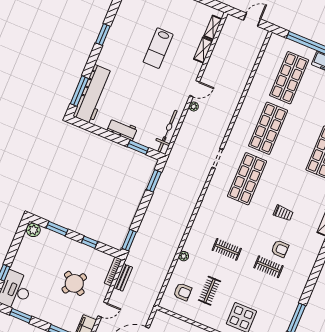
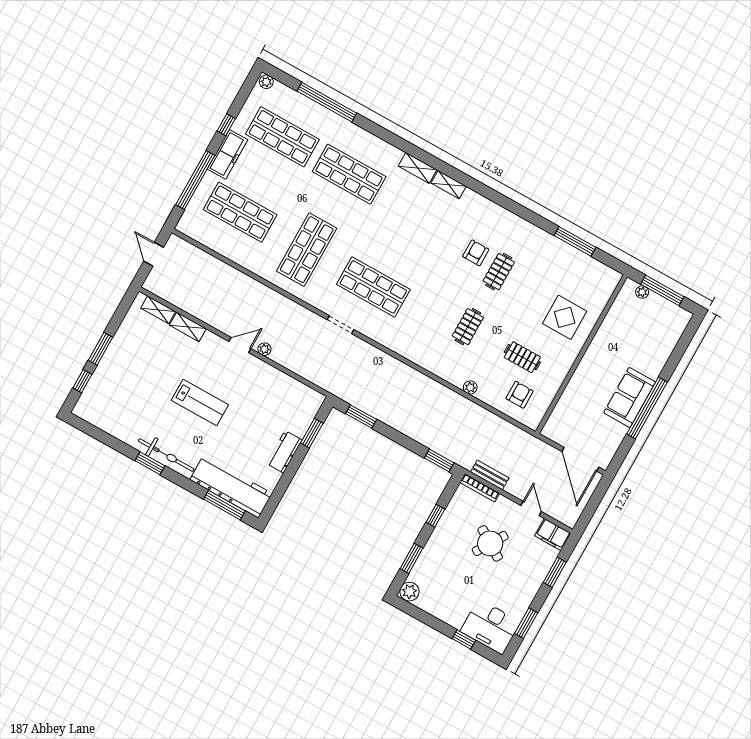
lab bench: (158, 48) -> (200, 402), moved
door: (195, 89) -> (240, 345), hinge flipped
shop shelf: (268, 128) -> (307, 250), turned 90
bicycle: (167, 131) -> (166, 455), moved, turned 180
trolley: (283, 213) -> (427, 242), removed

